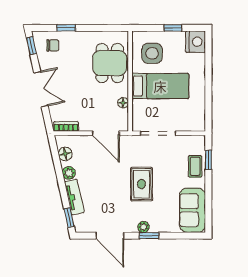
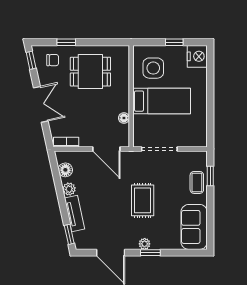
dining table: (110, 63) -> (90, 72), moved, turned 90

